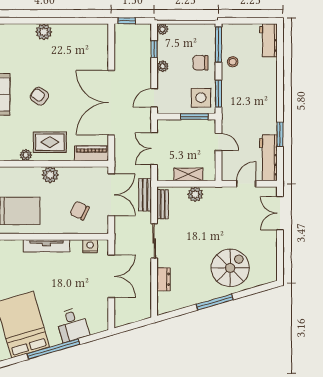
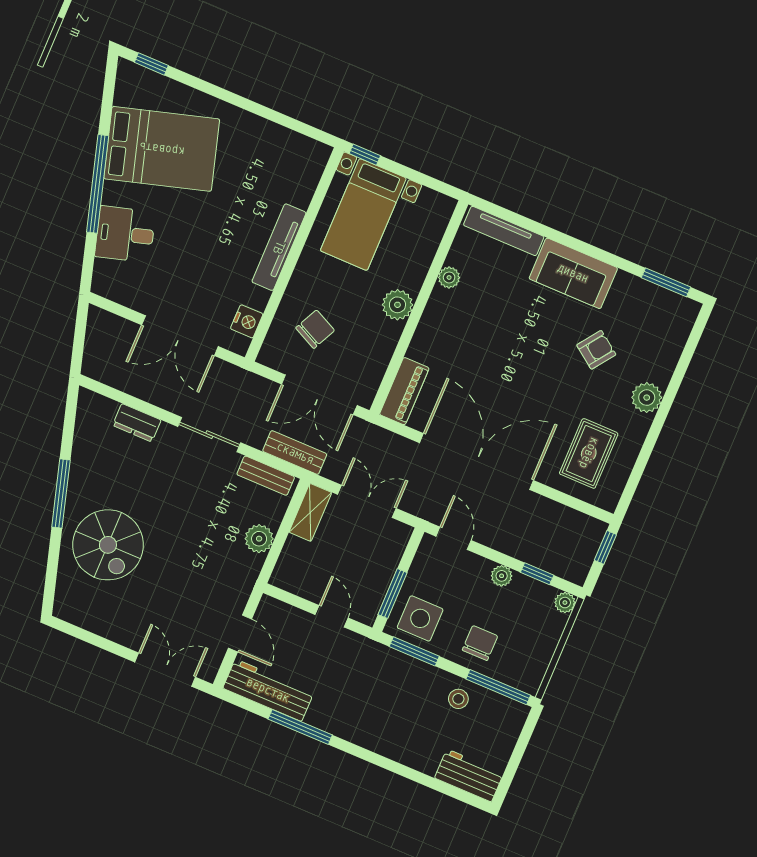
armchair: (39, 96) -> (596, 350), moved
window: (280, 134) -> (300, 727), width x1.44
rug: (50, 142) -> (589, 453), moved
door: (218, 142) -> (332, 616), swing flipped
shelving: (188, 174) -> (310, 512), moved

